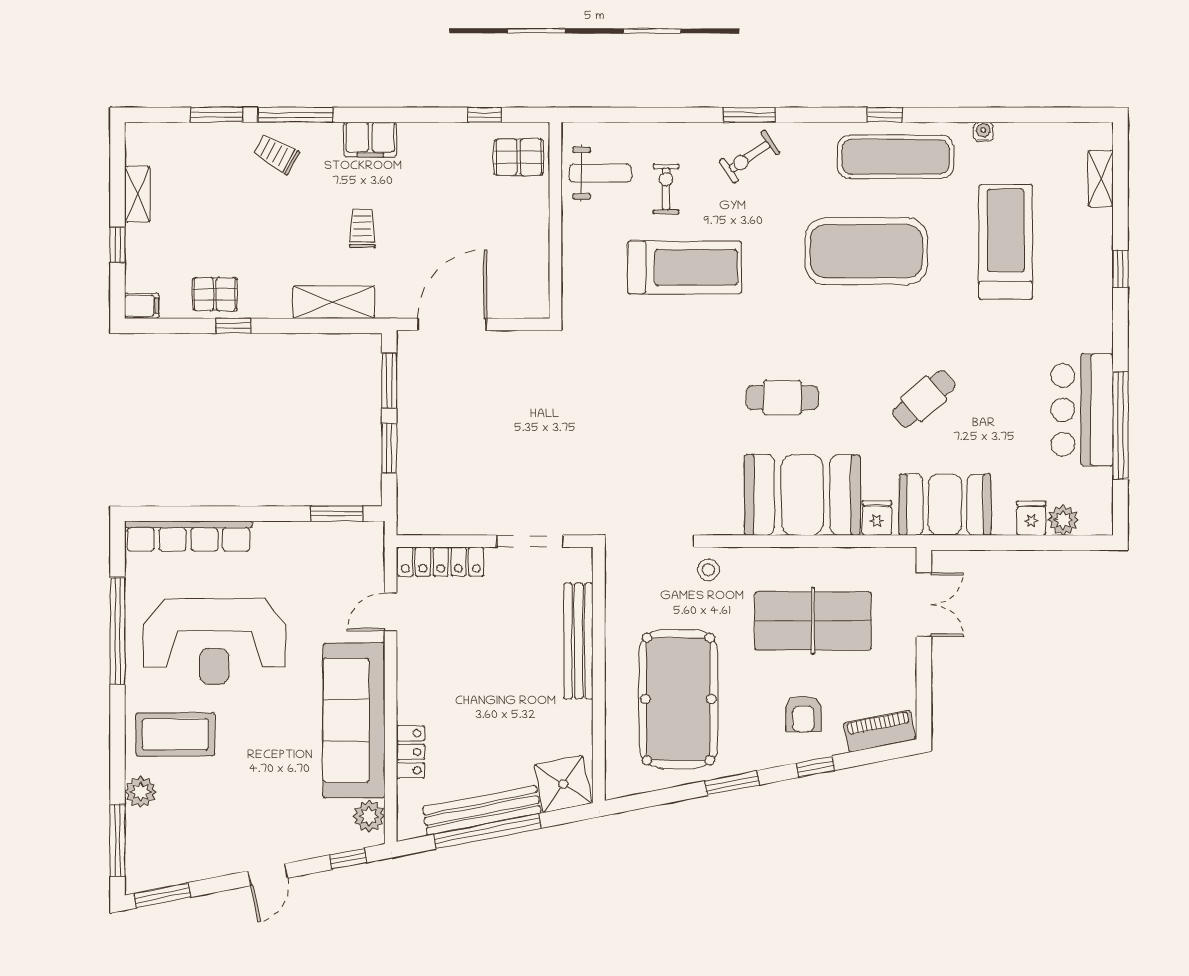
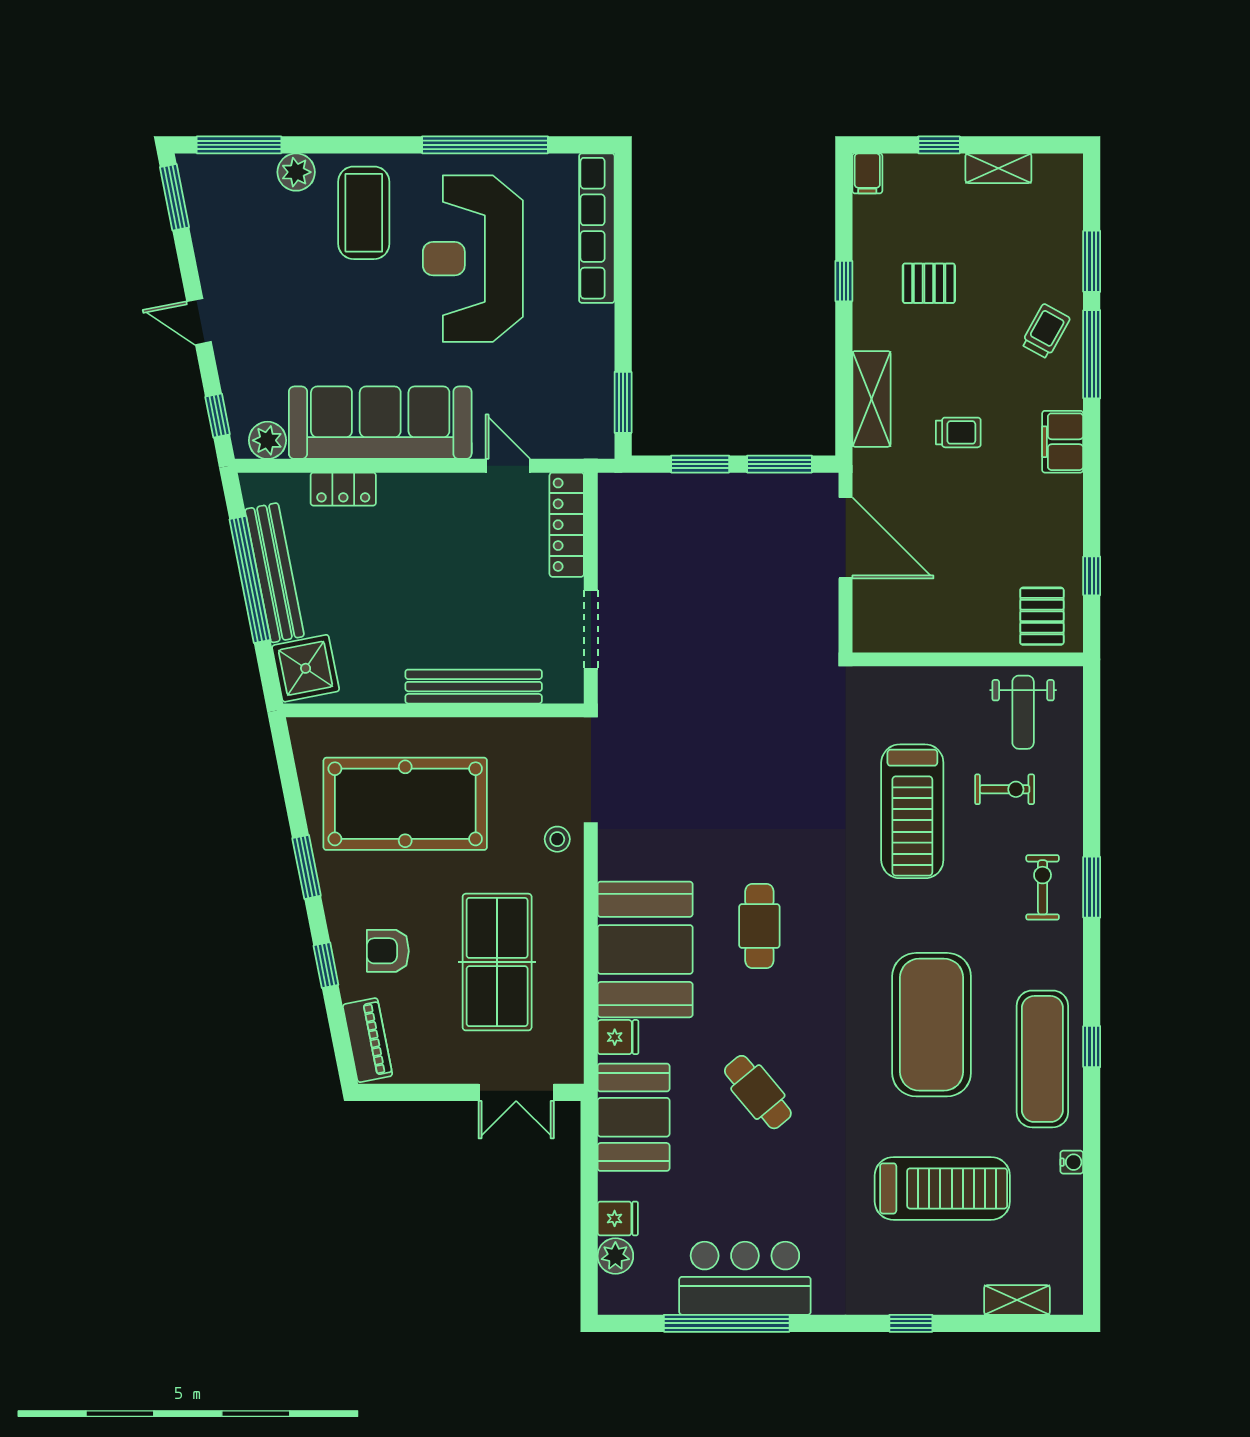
exercise bike: (749, 157) -> (1043, 887), turned 34
pallet: (215, 294) -> (929, 283), moved, turned 90

